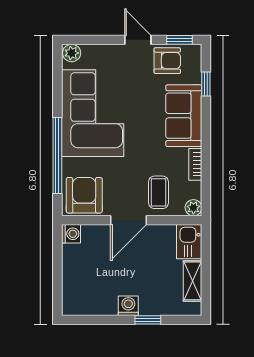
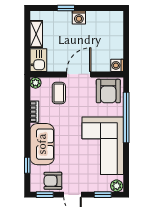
window: (93, 40) -> (103, 195), added

